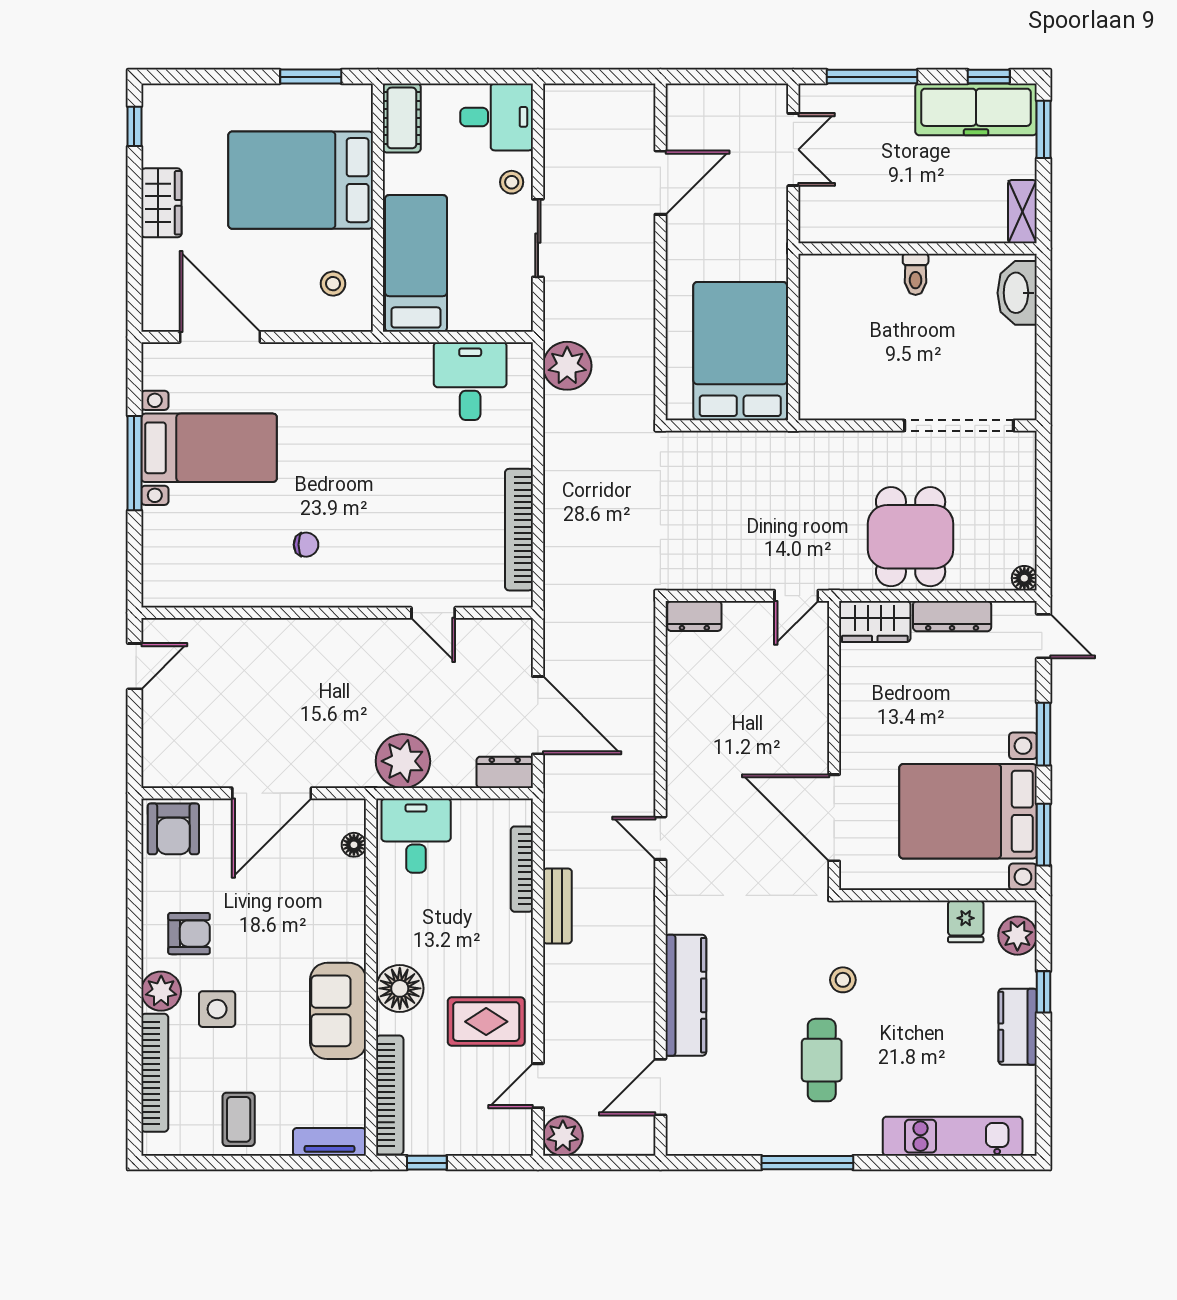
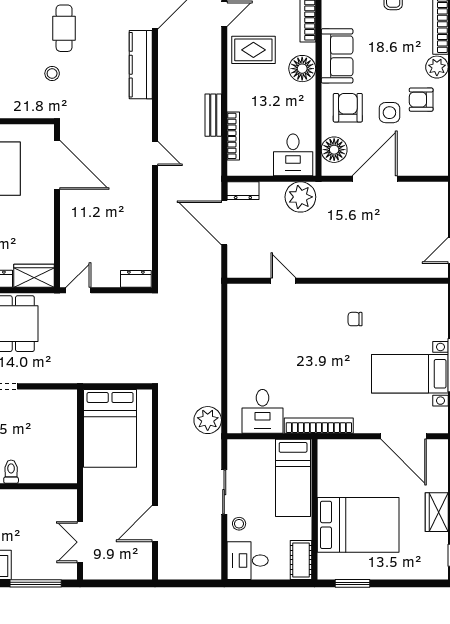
stool: (333, 284) -> (340, 466), removed
bookcase: (519, 530) -> (319, 426), moved, turned -90
armchair: (173, 829) -> (348, 108), moved
floor lamp: (354, 845) -> (334, 150), width x1.89, depth x1.89
side table: (217, 1009) -> (389, 113), moved

